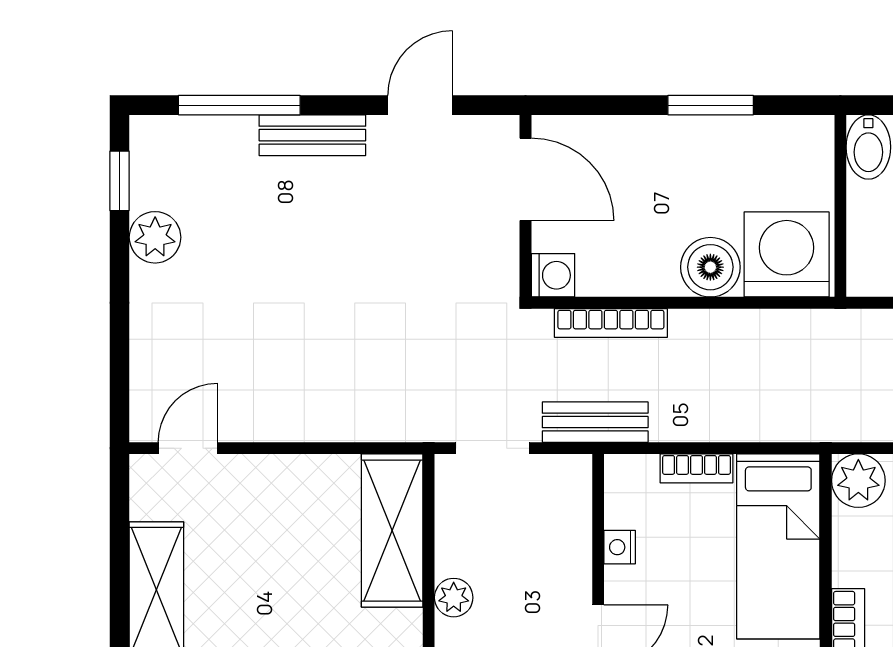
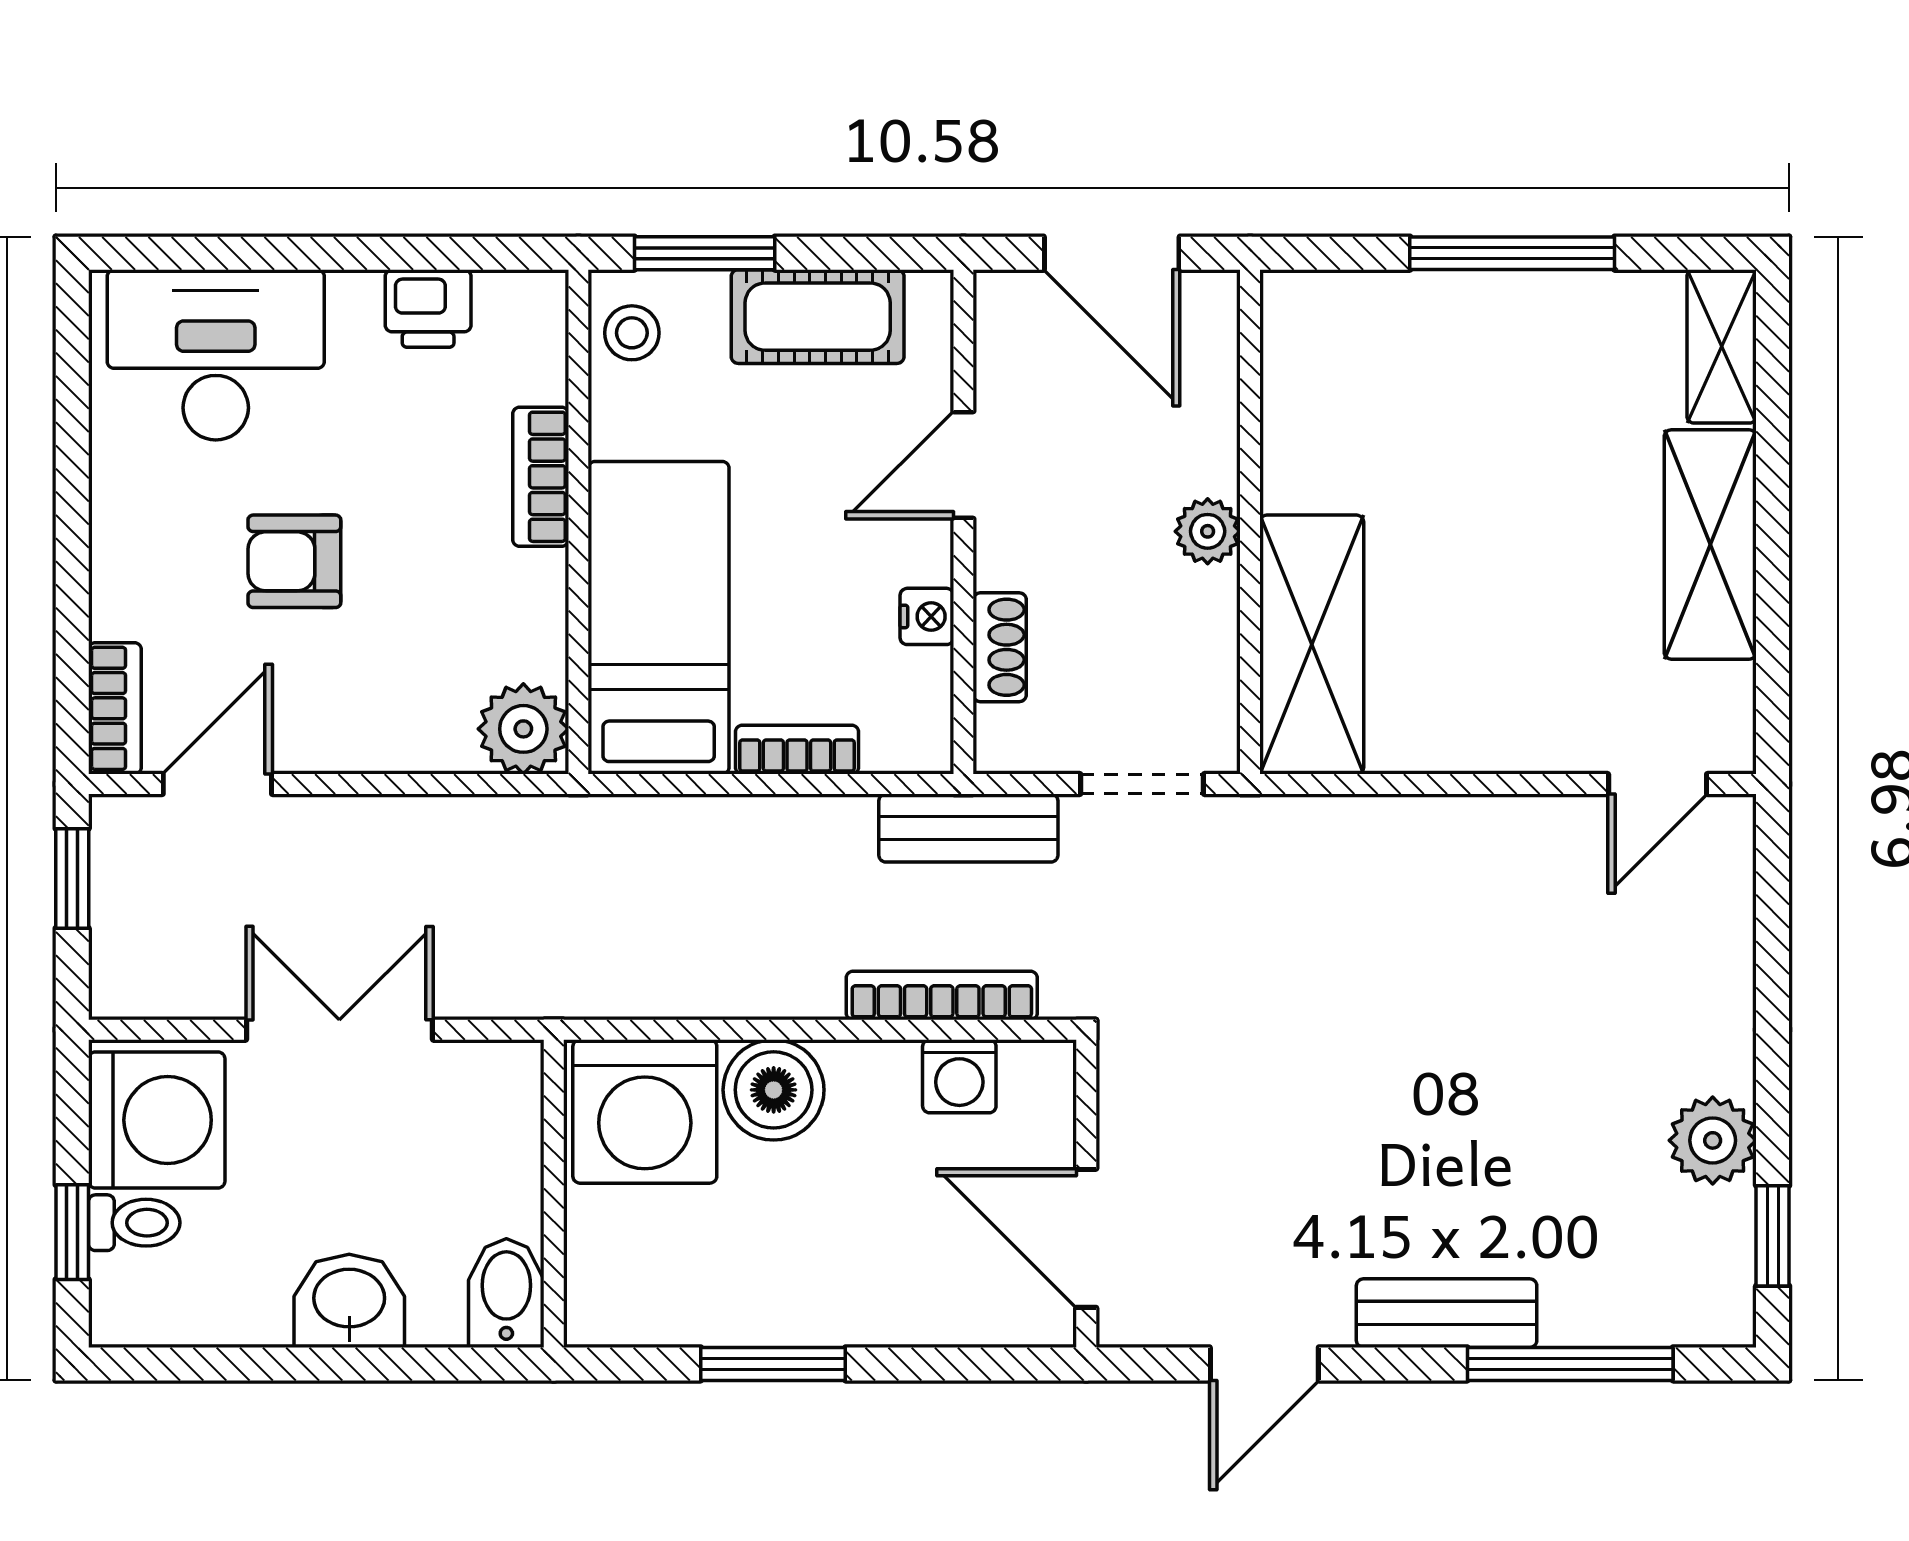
washing machine: (553, 275) -> (959, 1076), moved, turned -90
shoe rack: (577, 529) -> (1000, 647), added

